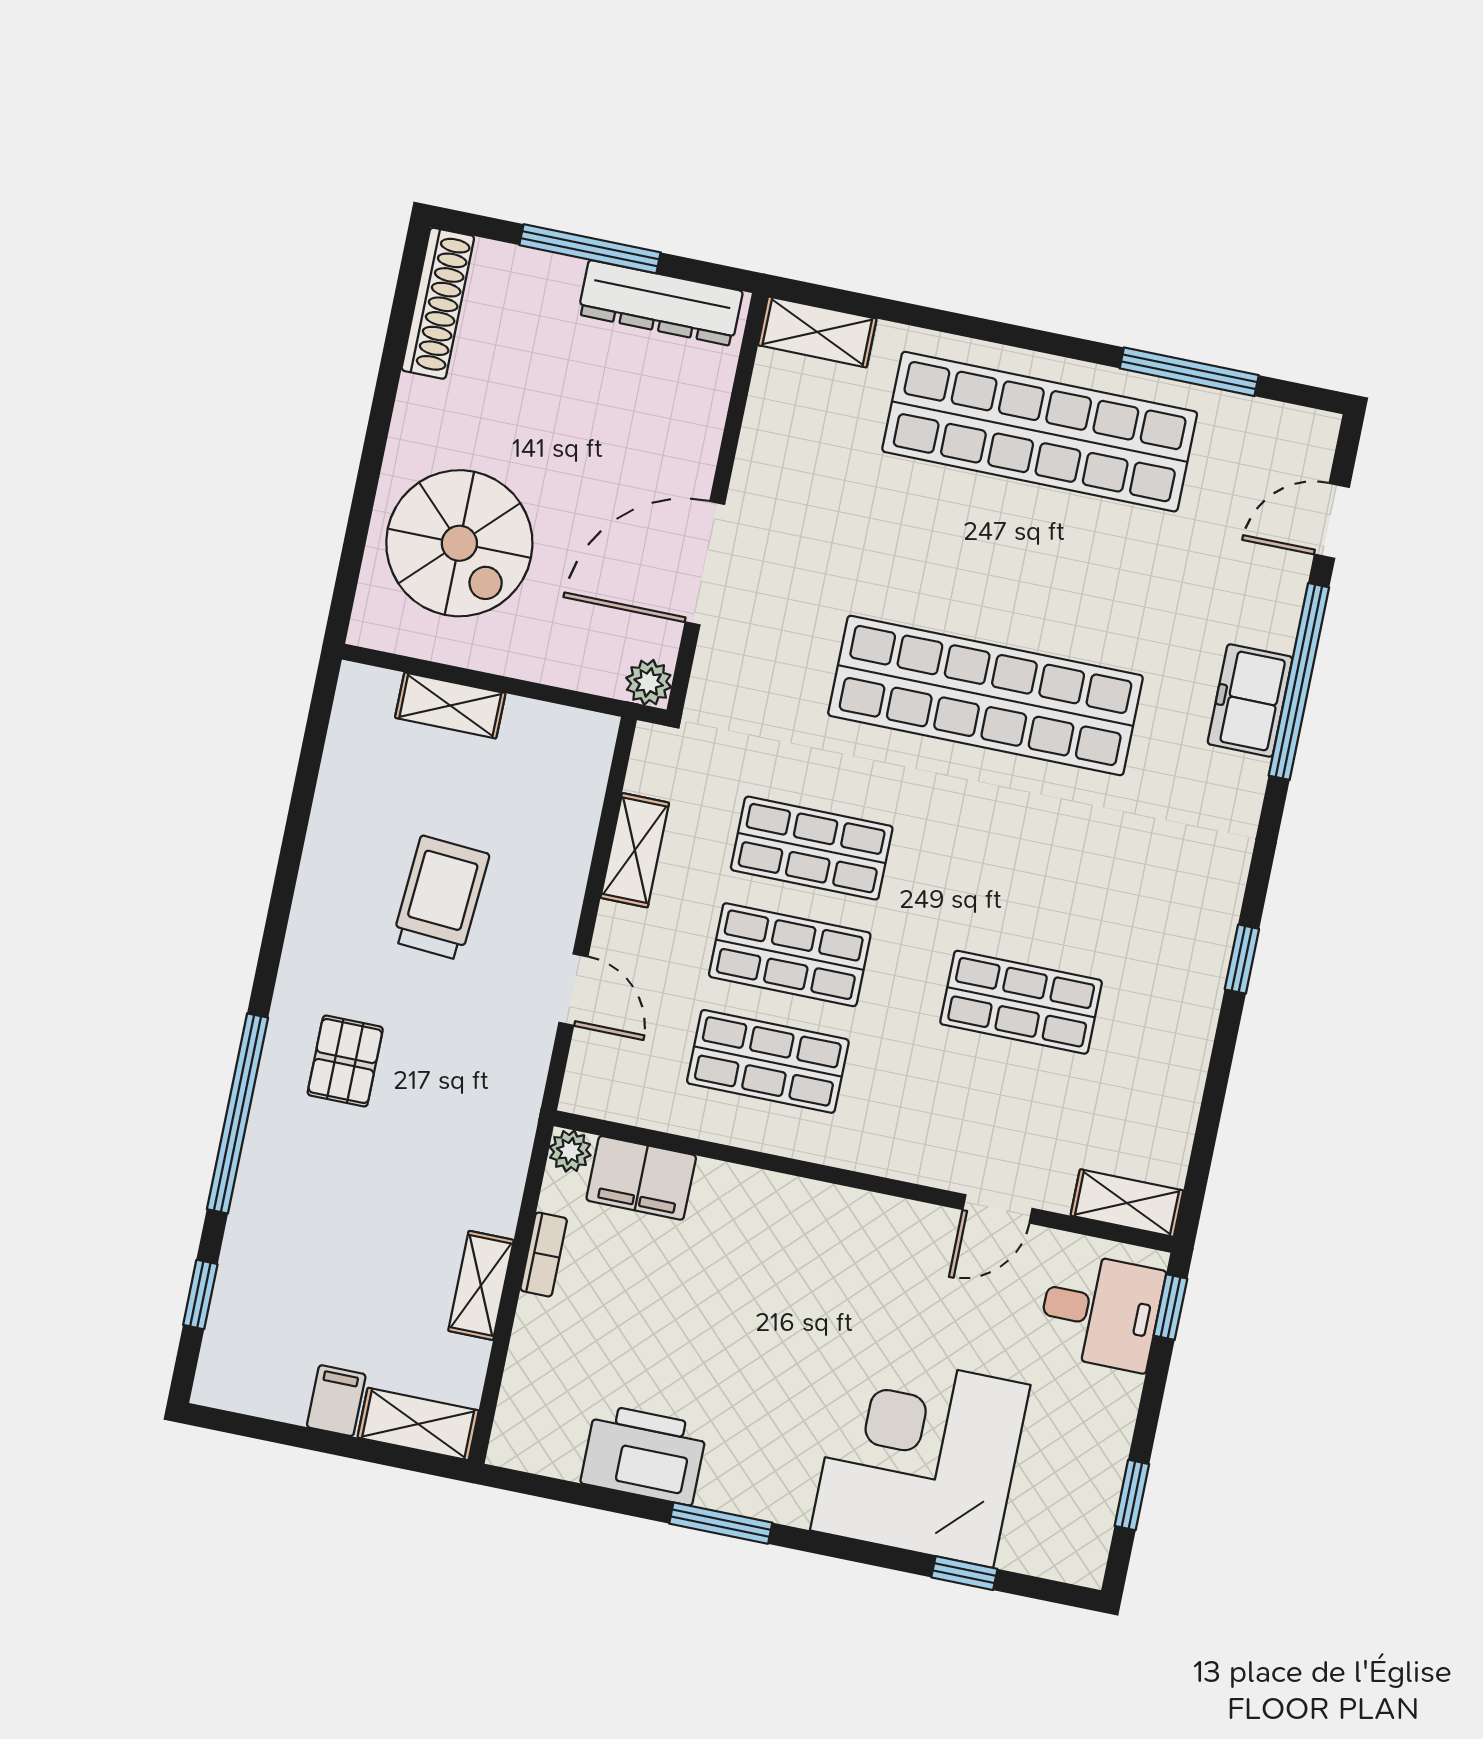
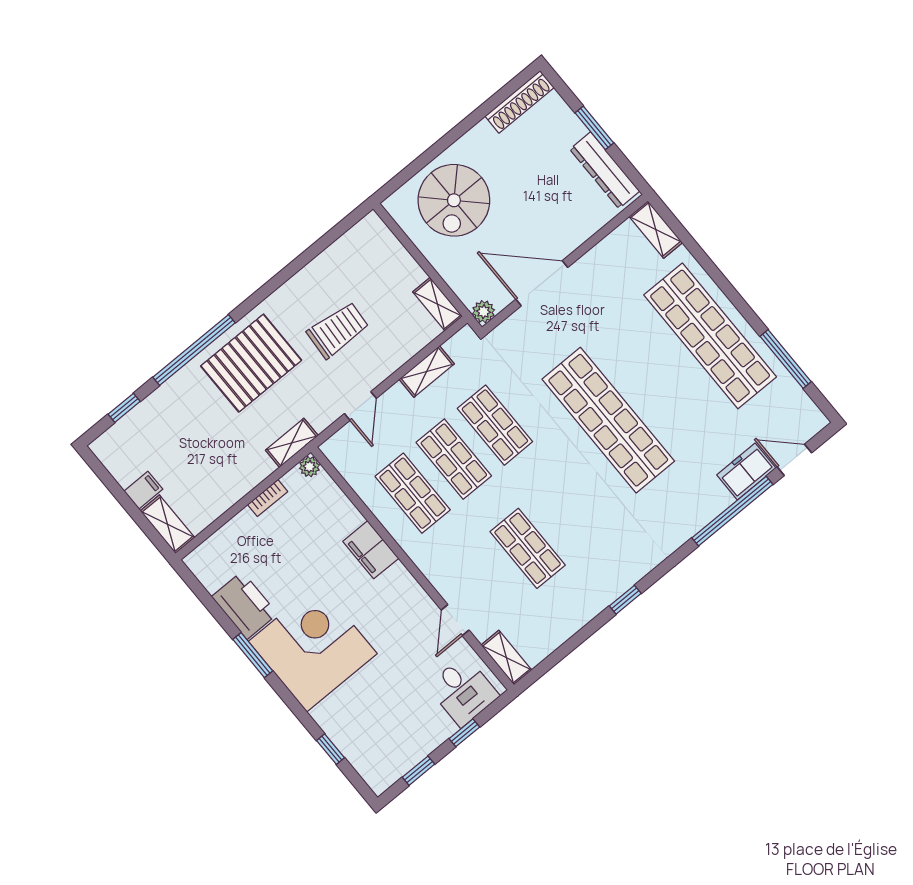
window: (590, 249) -> (594, 128), width x0.69
freezer: (1250, 700) -> (746, 472), moved
shelving: (450, 705) -> (438, 304), moved
pallet: (345, 1061) -> (251, 363), width x2.05, depth x2.00
filing cabinet: (641, 1178) -> (371, 550), moved
door: (998, 1209) -> (455, 620), hinge flipped
shelving: (481, 1285) -> (292, 443), moved
window: (1170, 1307) -> (464, 733), moved
corner desk: (920, 1458) -> (313, 647), moved

